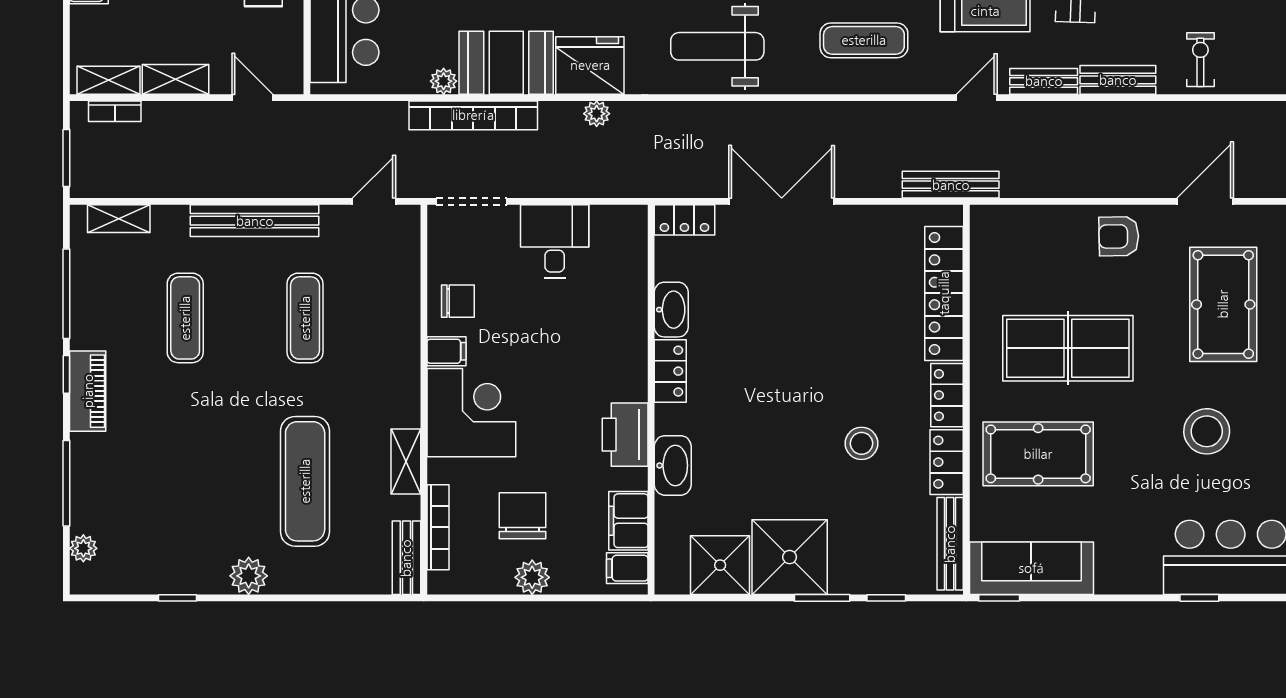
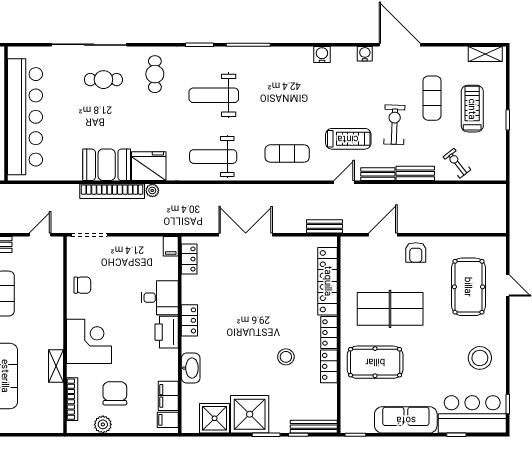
exercise bike: (1200, 60) -> (457, 163), turned -38
plant: (444, 81) -> (75, 174), removed
bookcase: (473, 115) -> (112, 191), moved
bench: (951, 185) -> (324, 226), width x0.73
door: (1205, 201) -> (383, 235), moved
locker: (684, 220) -> (189, 259), moved, turned -90
armchair: (1119, 236) -> (416, 252), turned -89
desk: (555, 241) -> (160, 298), moved, turned 90
washbasin: (671, 310) -> (190, 289), removed
filing cabinet: (446, 351) -> (171, 246), moved, turned 90
stool: (1207, 431) -> (480, 358), moved
printer: (625, 435) -> (167, 332), moved
bench: (950, 544) -> (314, 427), moved, turned 90
bench: (406, 558) -> (56, 415), removed
sofa: (1031, 568) -> (406, 420), moved
plant: (532, 577) -> (103, 424), moved

